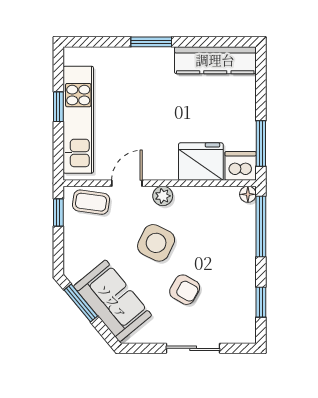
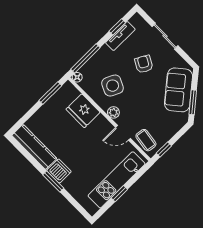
dishwasher: (241, 166) -> (59, 171), moved, turned 180
side table: (156, 243) -> (113, 86), moved
tv unit: (246, 295) -> (120, 36), added

